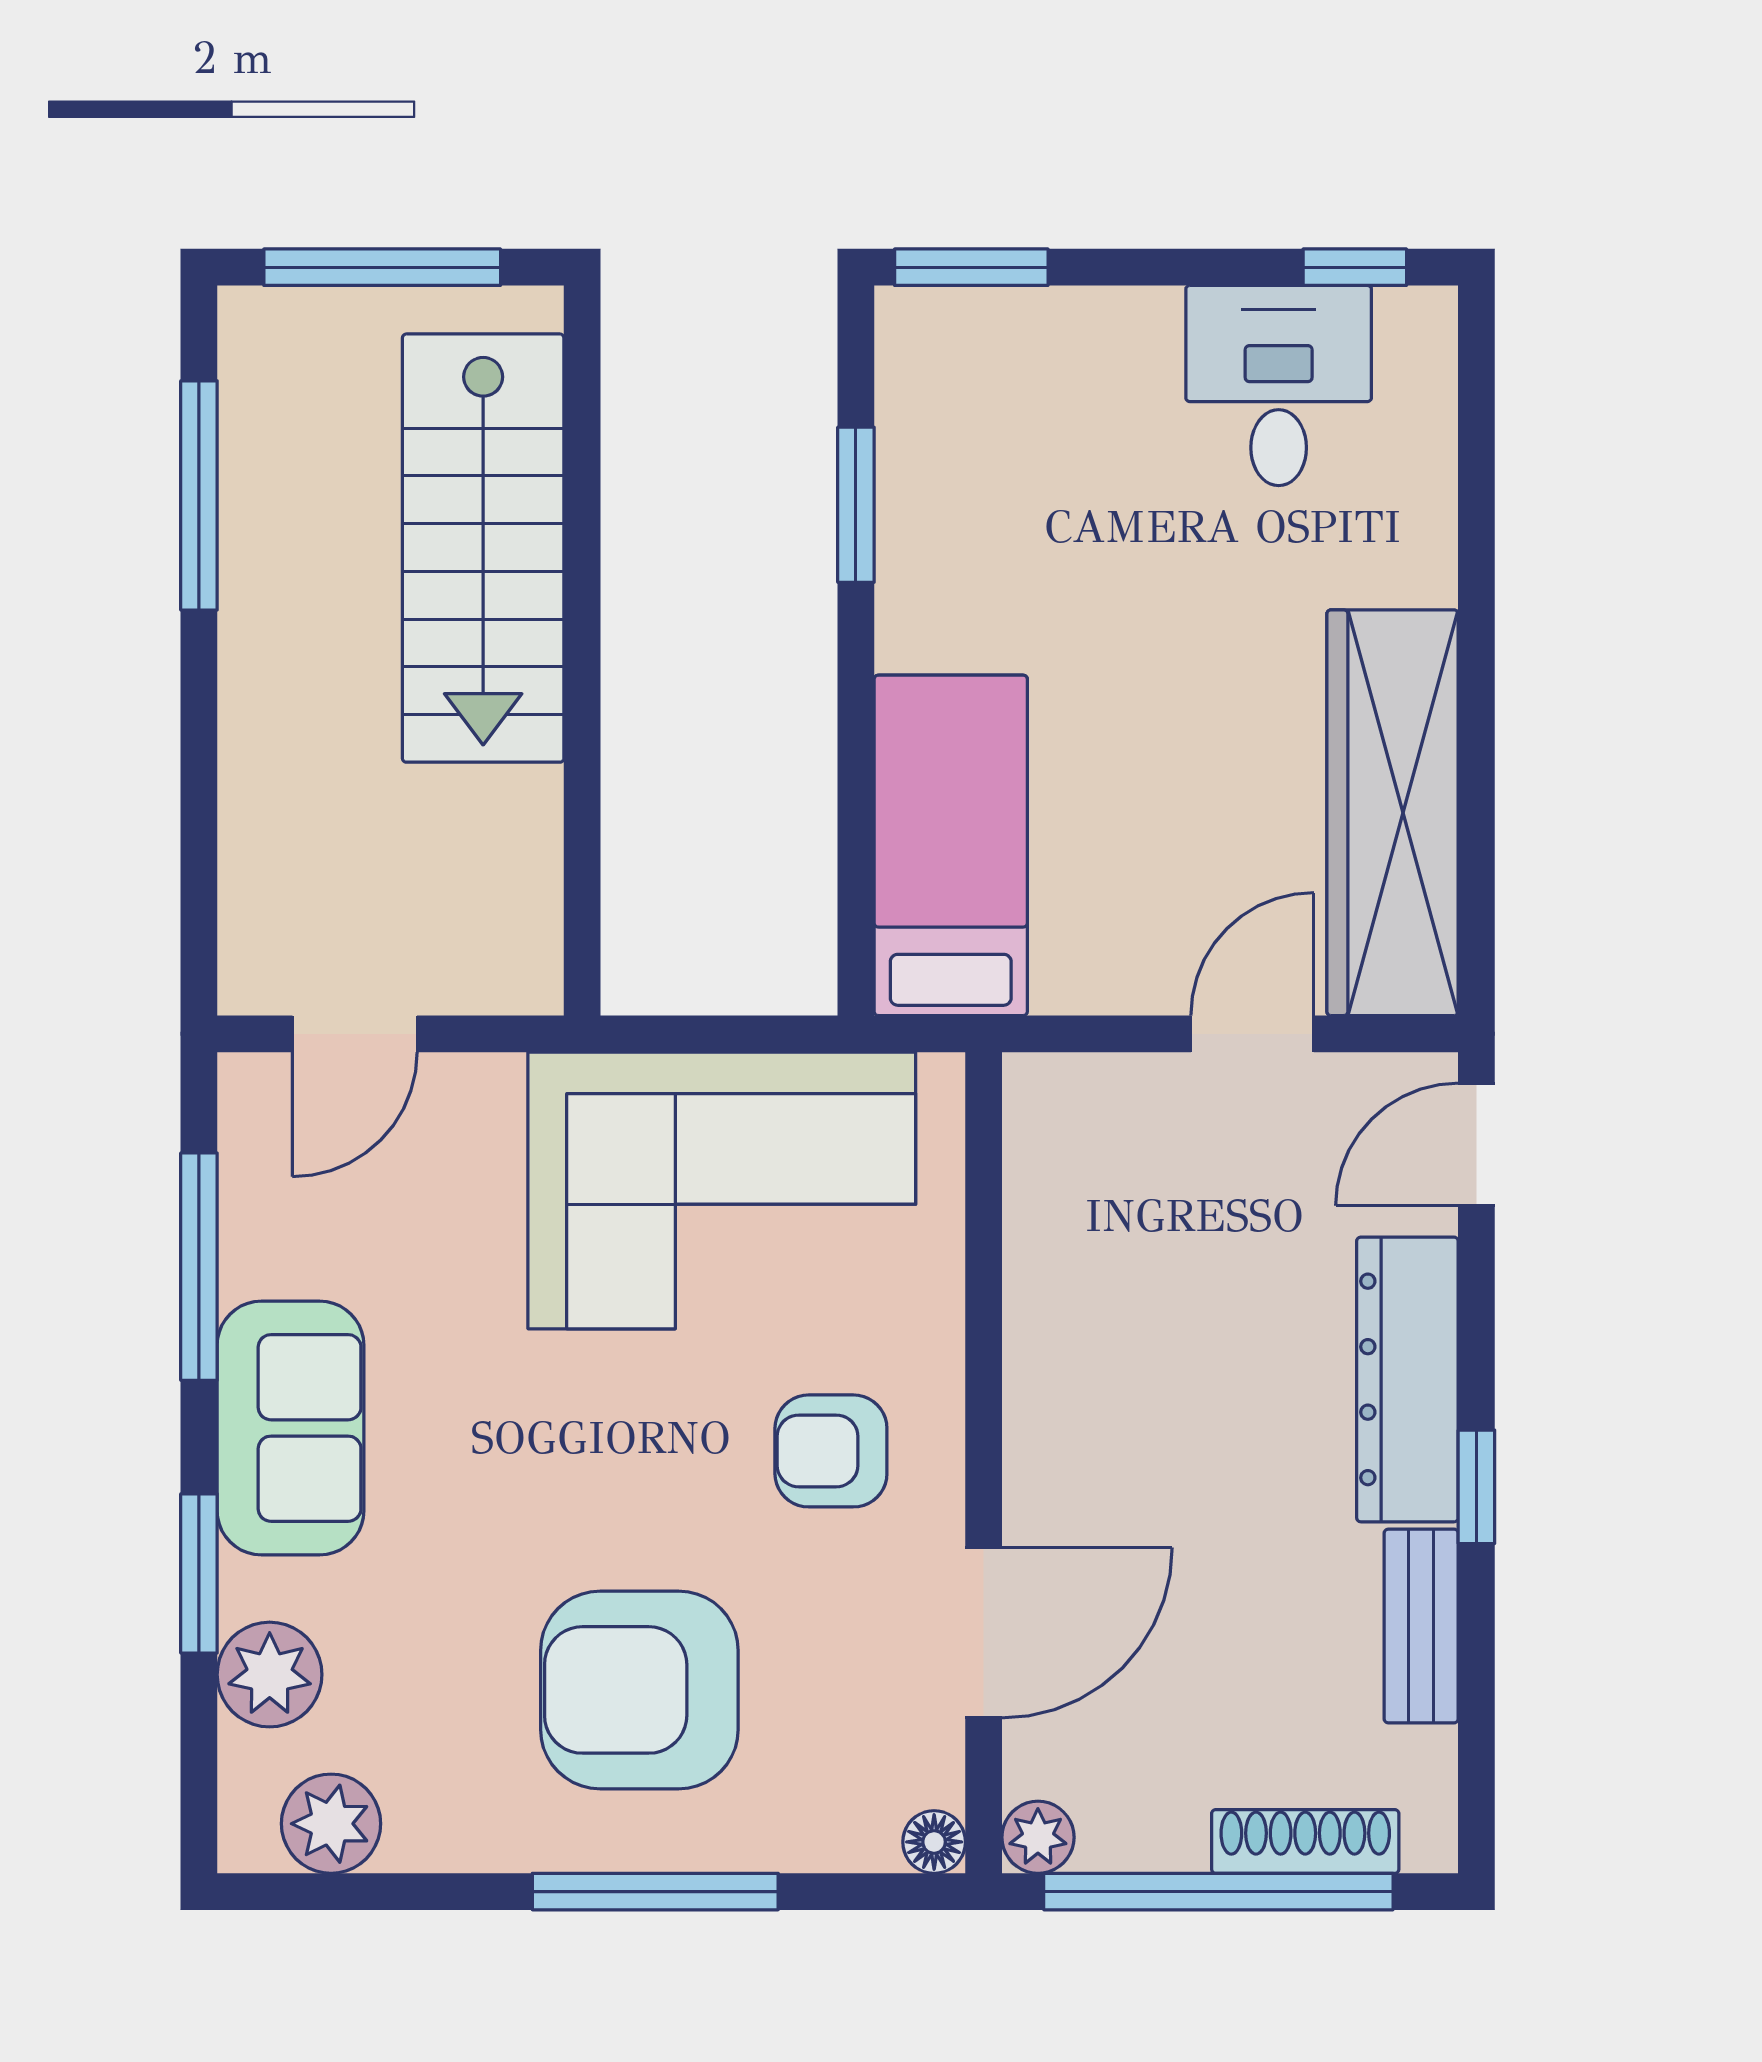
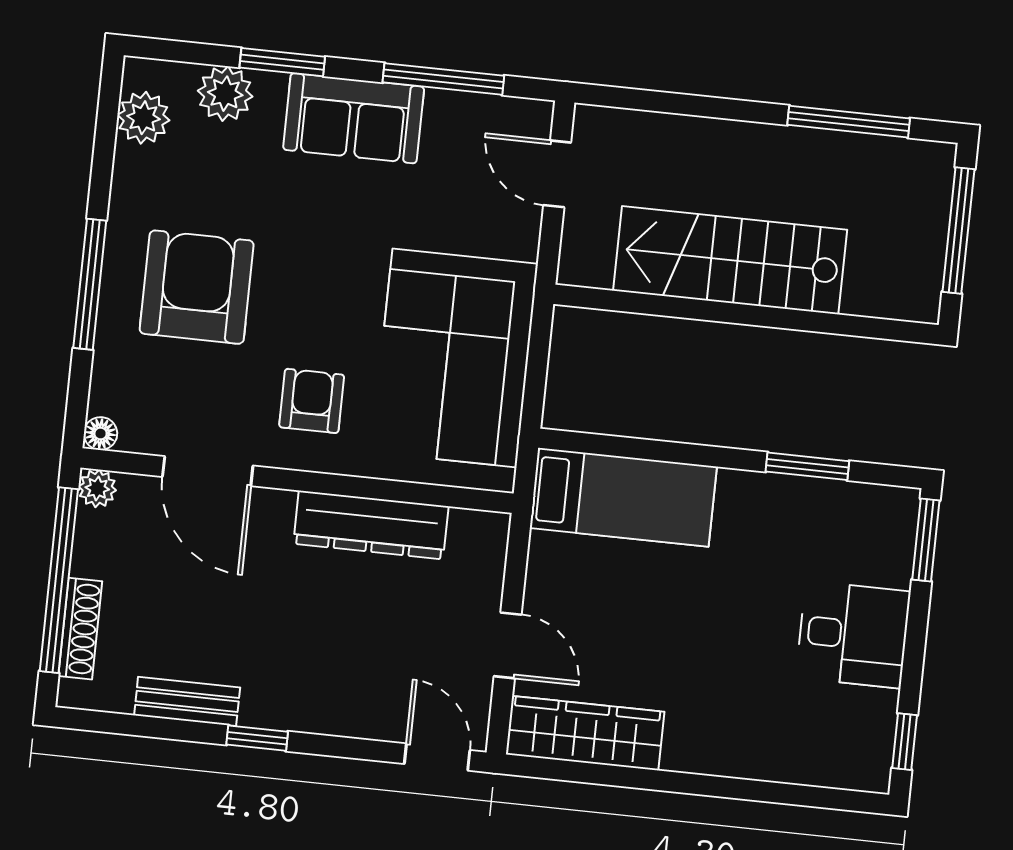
desk: (1279, 386) -> (853, 635), moved
stairs: (483, 548) -> (730, 260), moved
wardrobe: (1393, 813) -> (585, 733), width x0.71, depth x0.85
dresser: (1407, 1379) -> (371, 525), moved, turned 180

